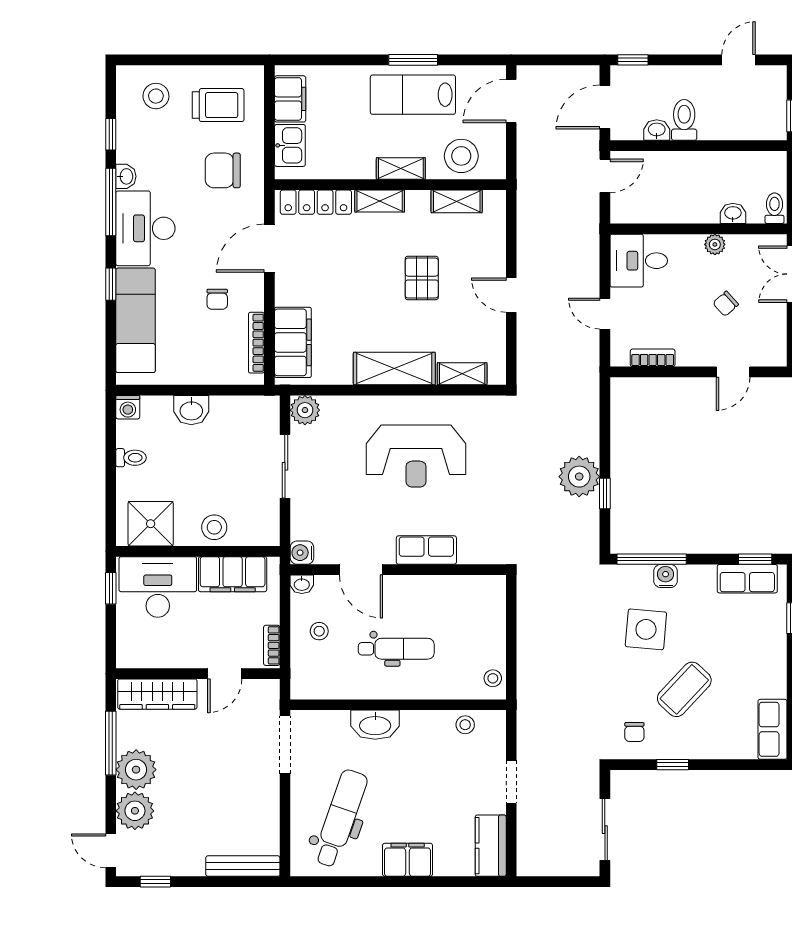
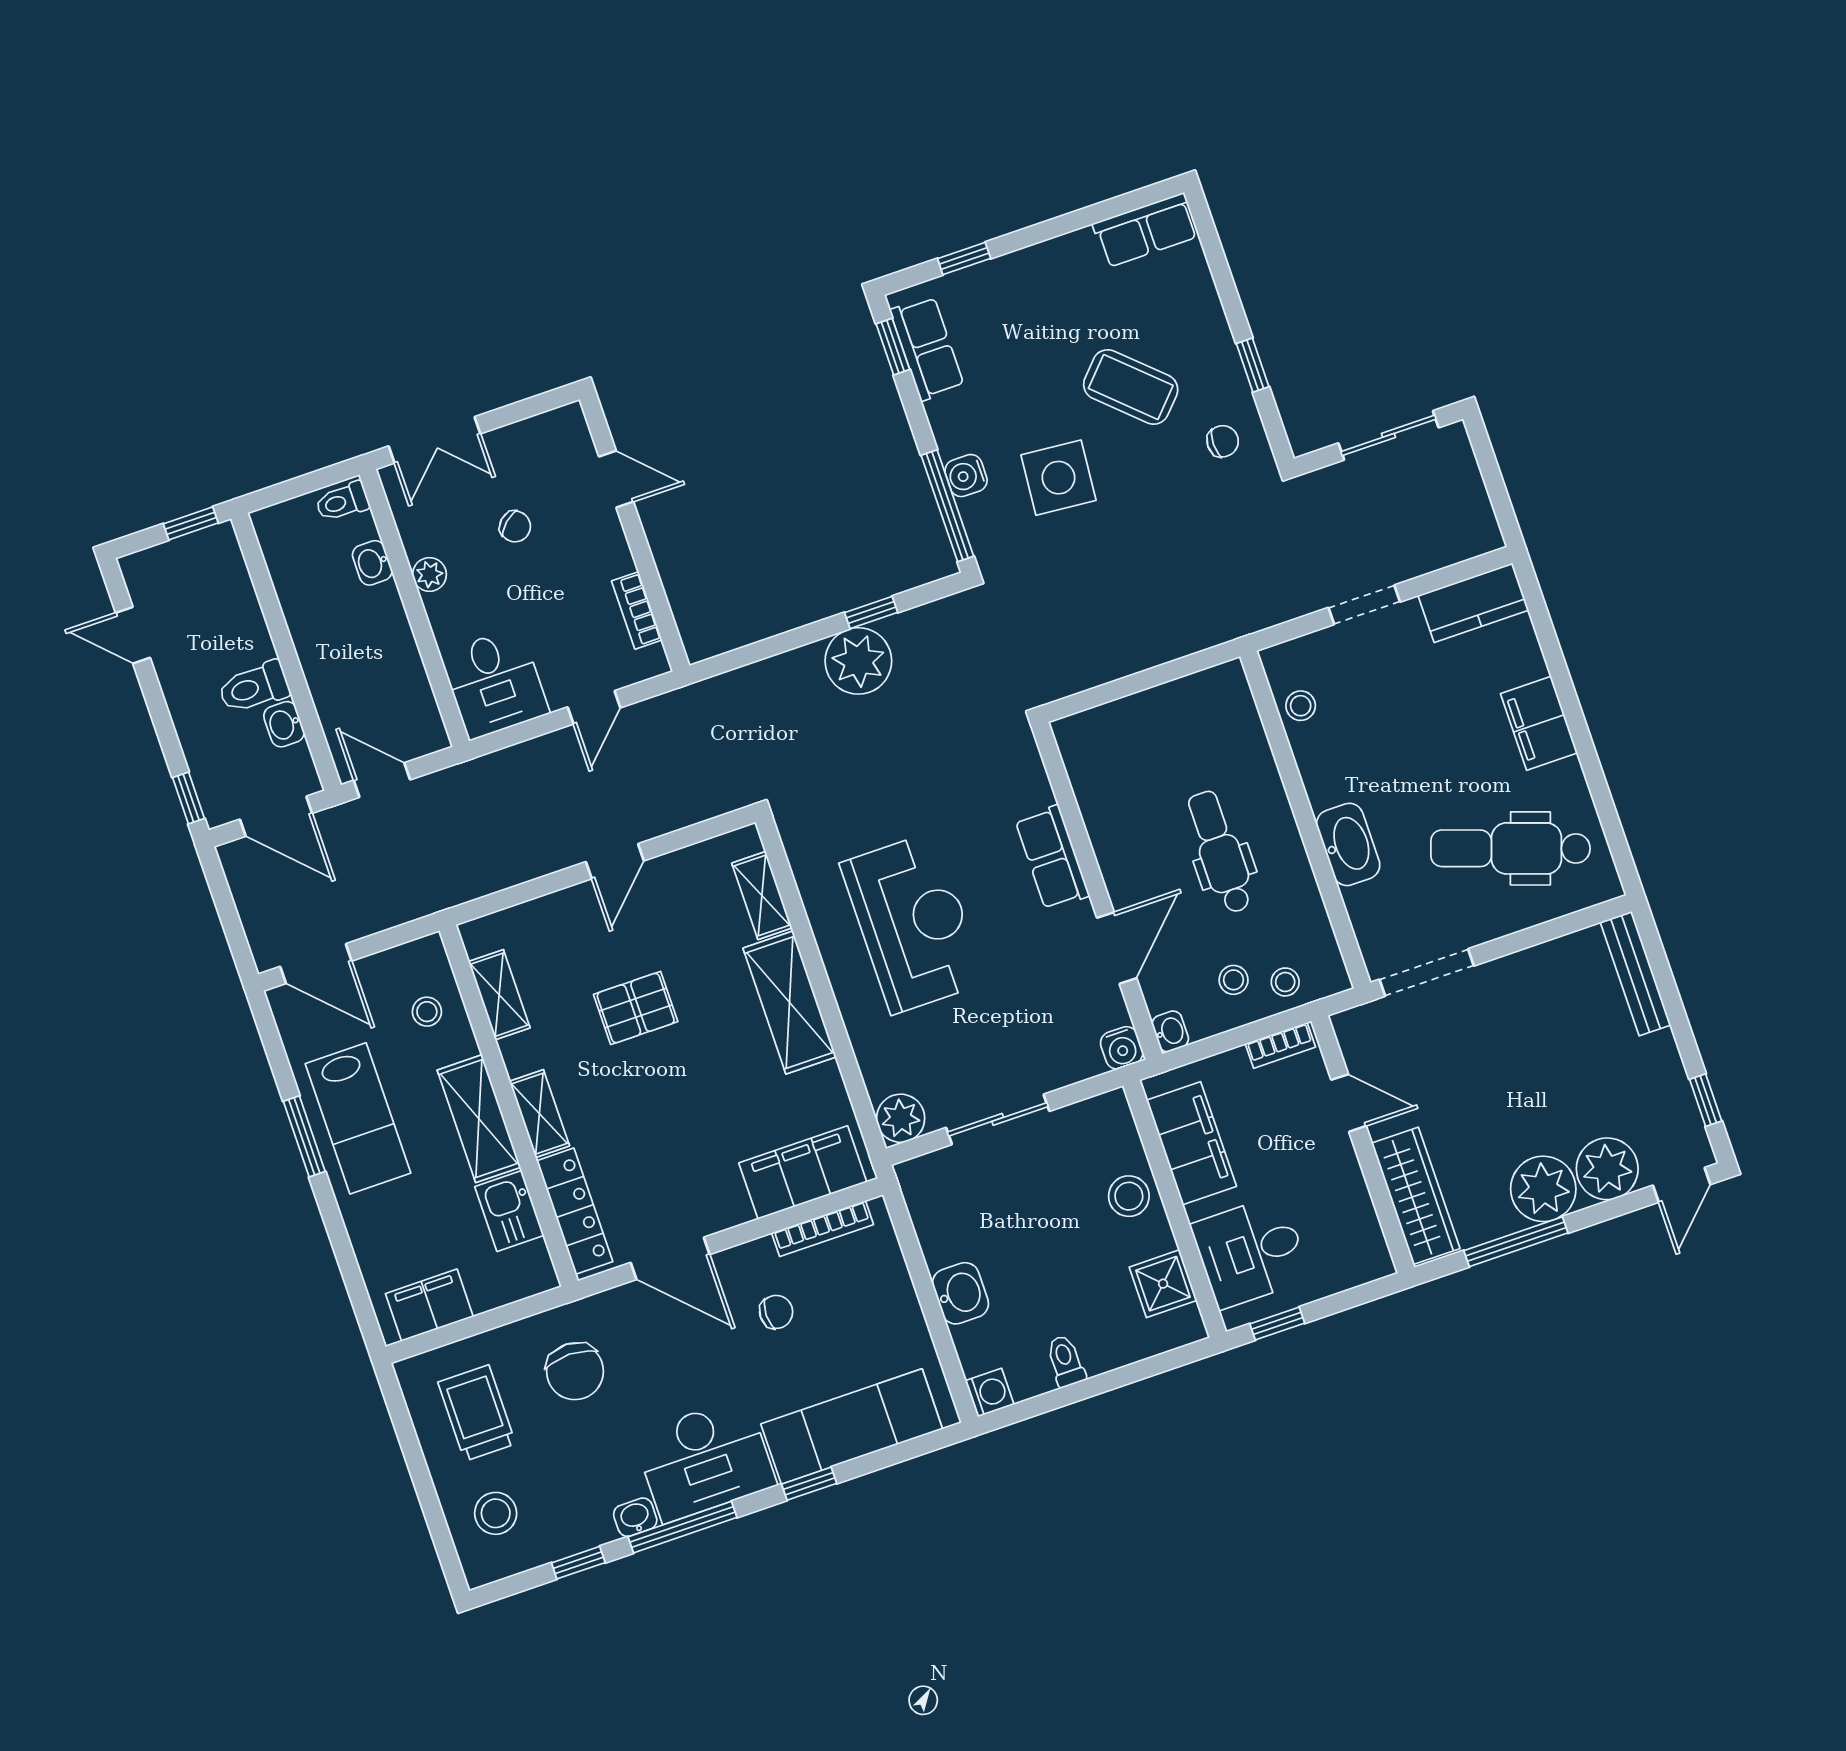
kitchen sink: (290, 145) -> (509, 1211), moved, turned -90
stool: (461, 156) -> (427, 1012), width x0.53, depth x0.53
shelving: (401, 169) -> (479, 1119), width x1.50, depth x1.33
shower: (151, 524) -> (1163, 1284), width x0.73, depth x0.73
desk: (158, 587) -> (1251, 1252), width x0.73
stool: (493, 678) -> (1285, 982), moved

